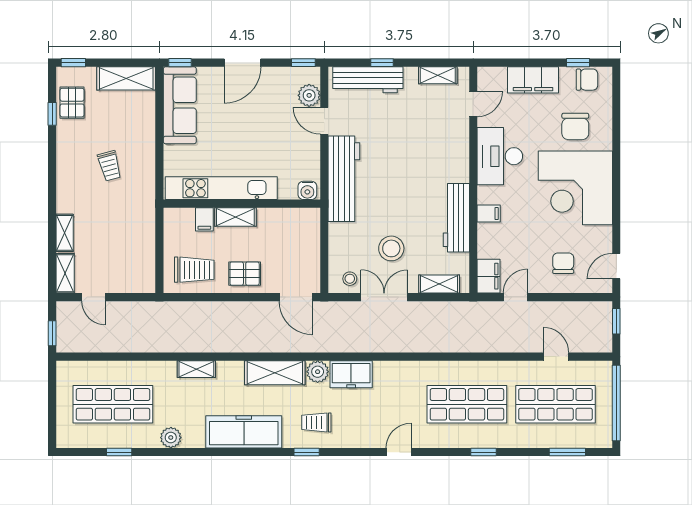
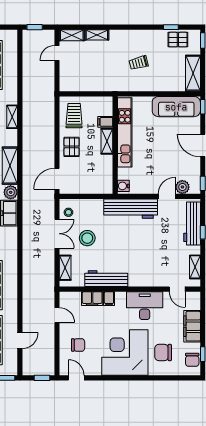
trolley: (194, 270) -> (74, 116), turned 180
filing cabinet: (488, 276) -> (92, 299), moved

